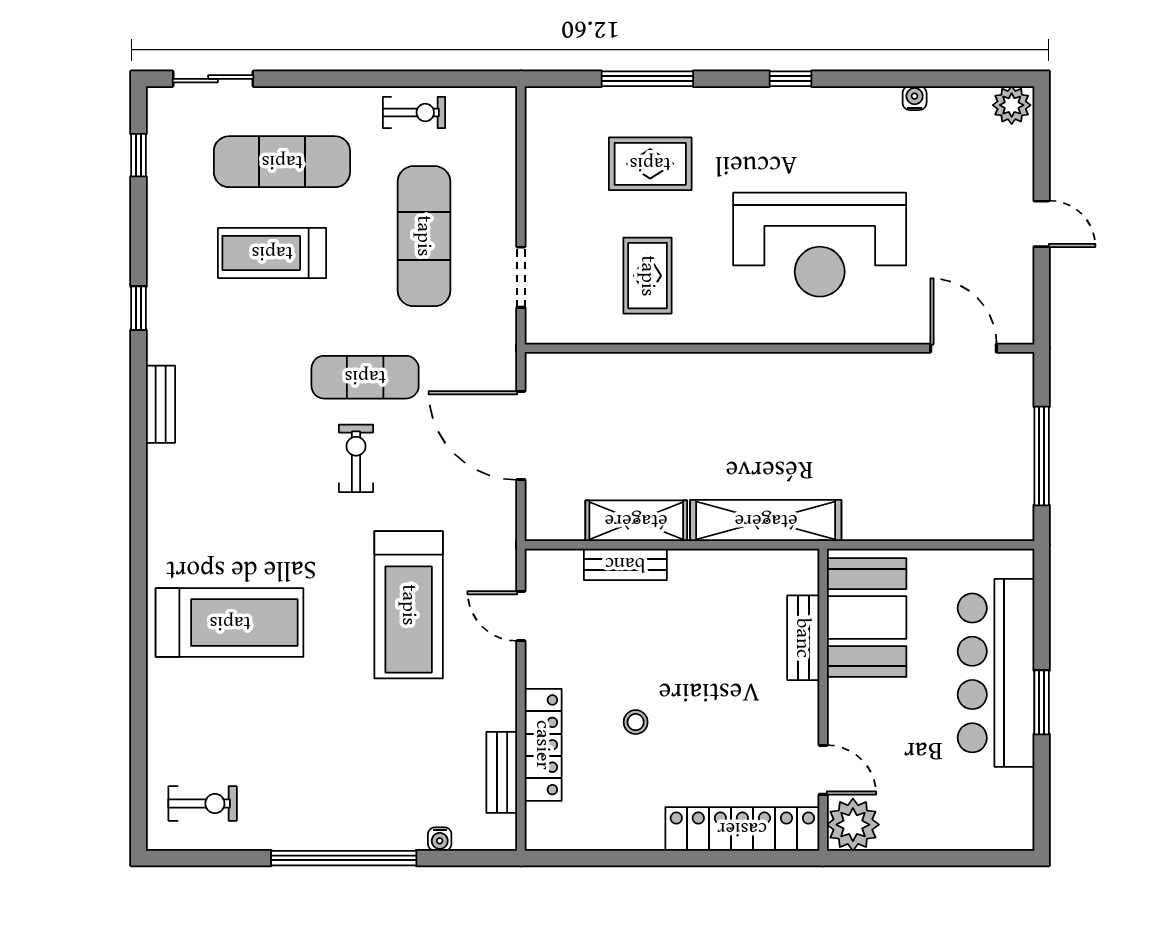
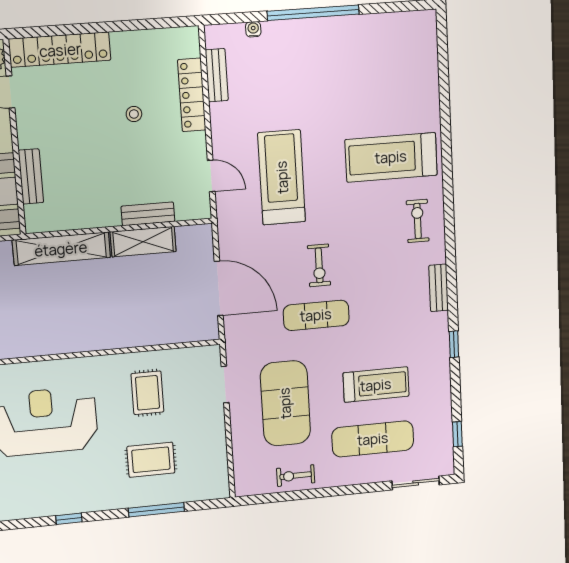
exercise mat: (424, 236) -> (285, 403), width x1.47
exercise bike: (203, 803) -> (418, 221), moved, turned 90

